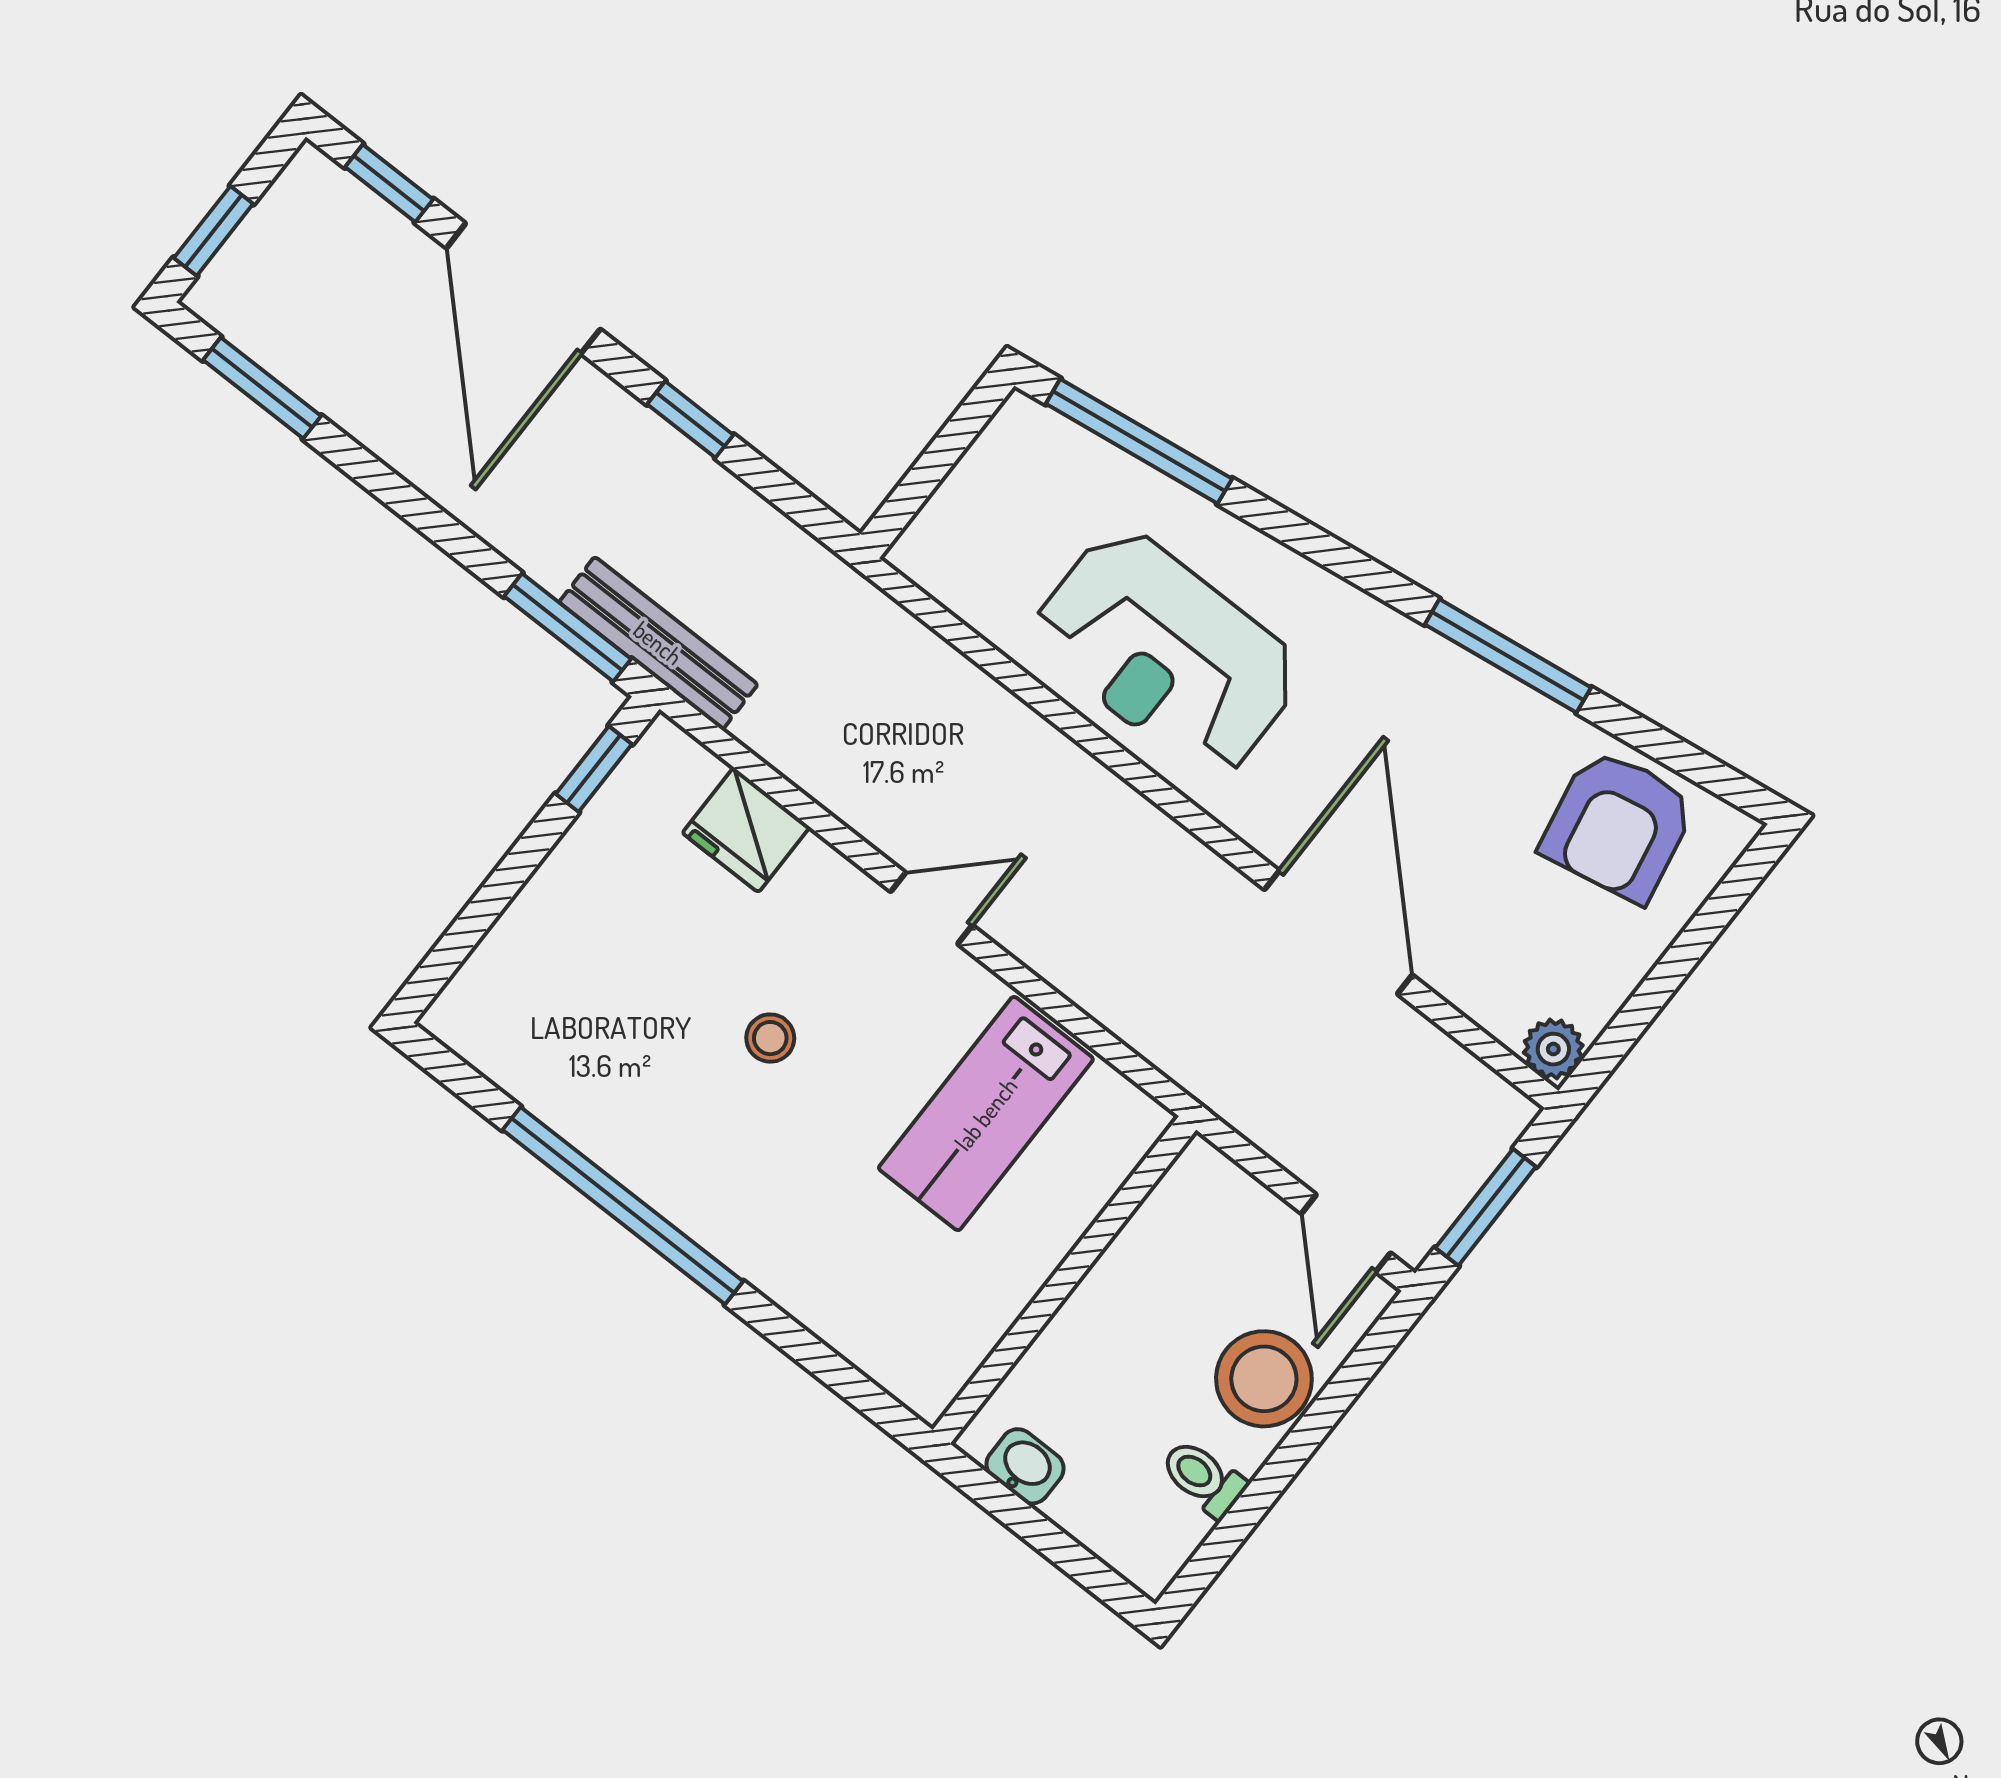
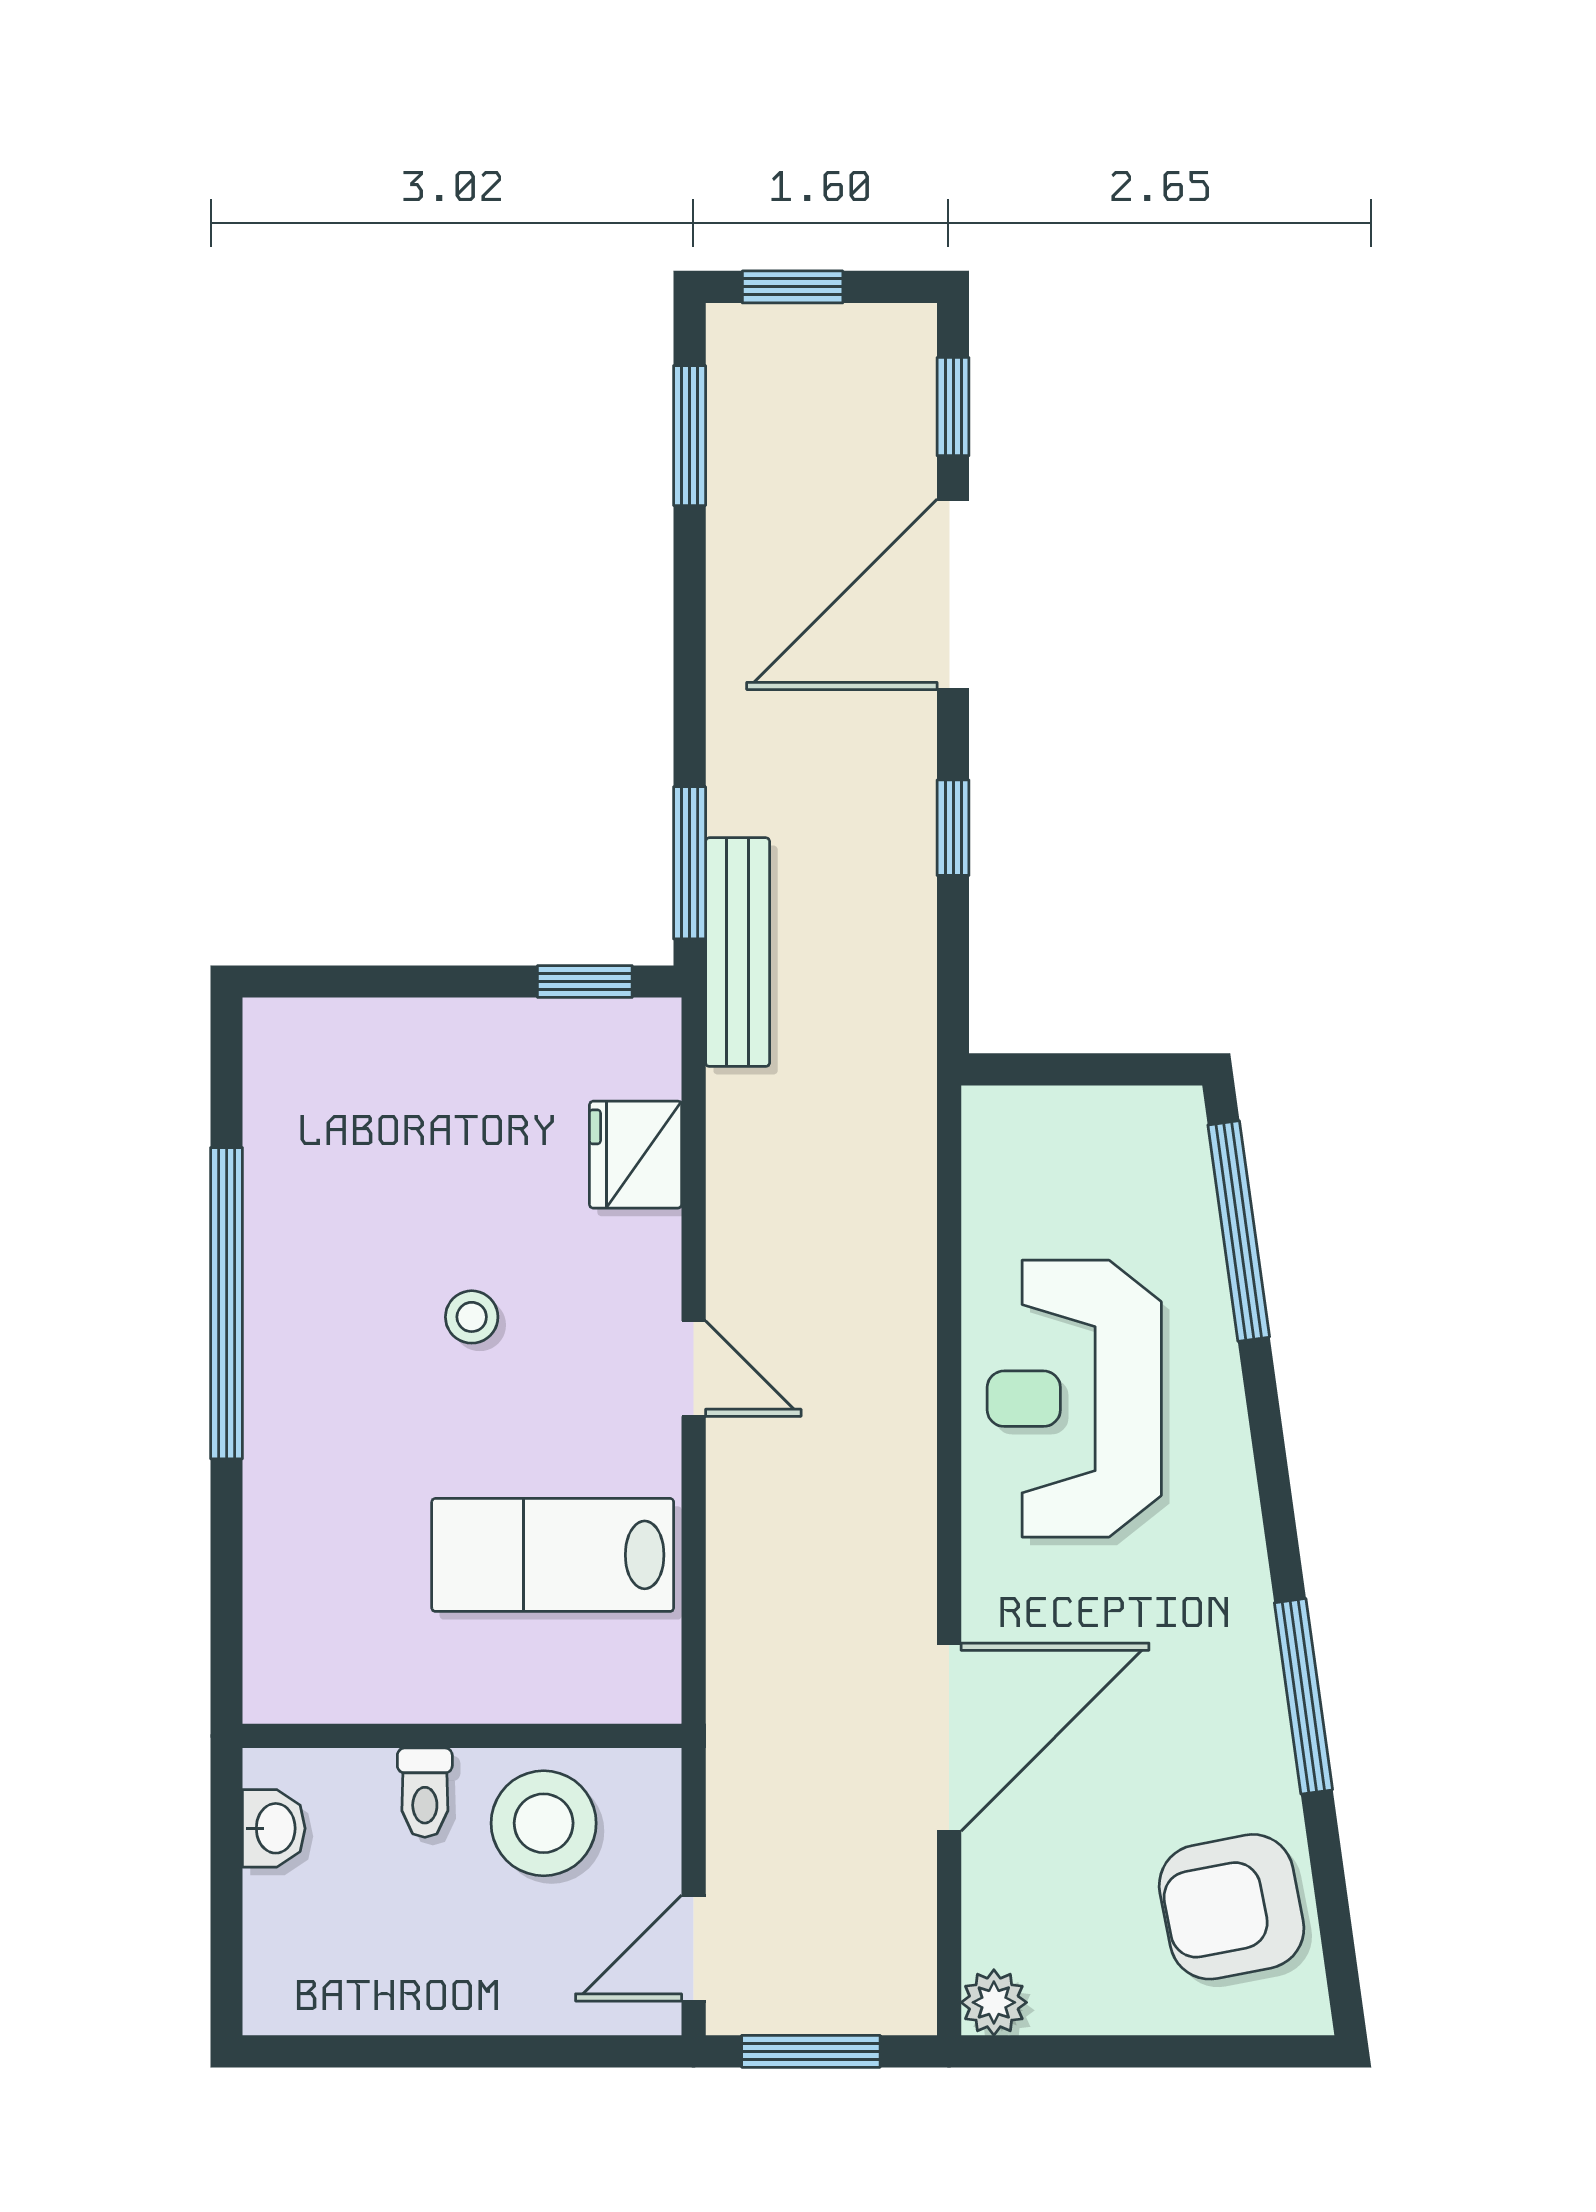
stool: (1264, 1379) -> (544, 1823), moved
toilet: (1203, 1478) -> (425, 1793), moved, turned 180

